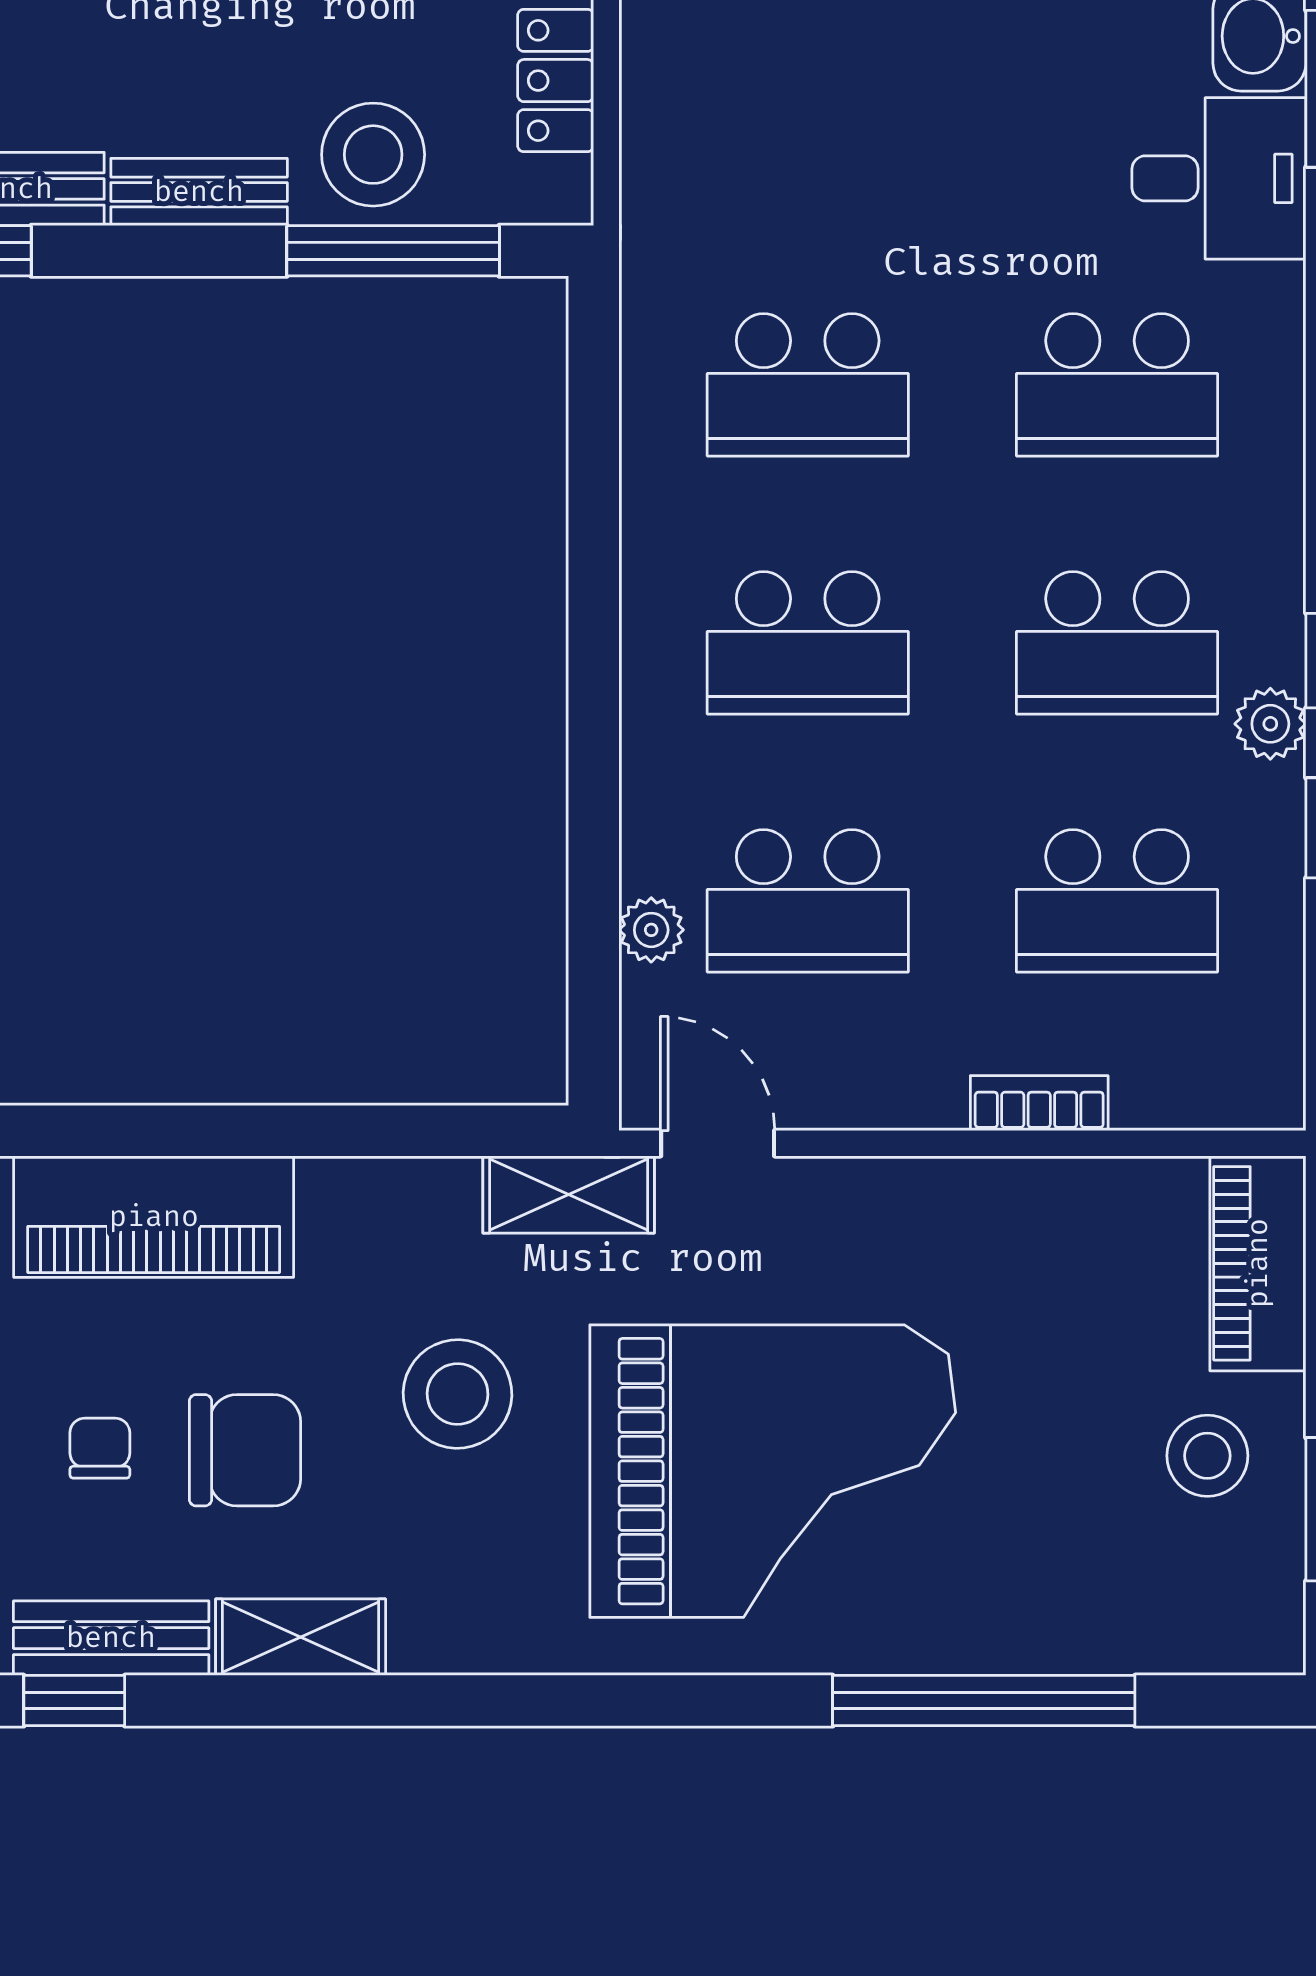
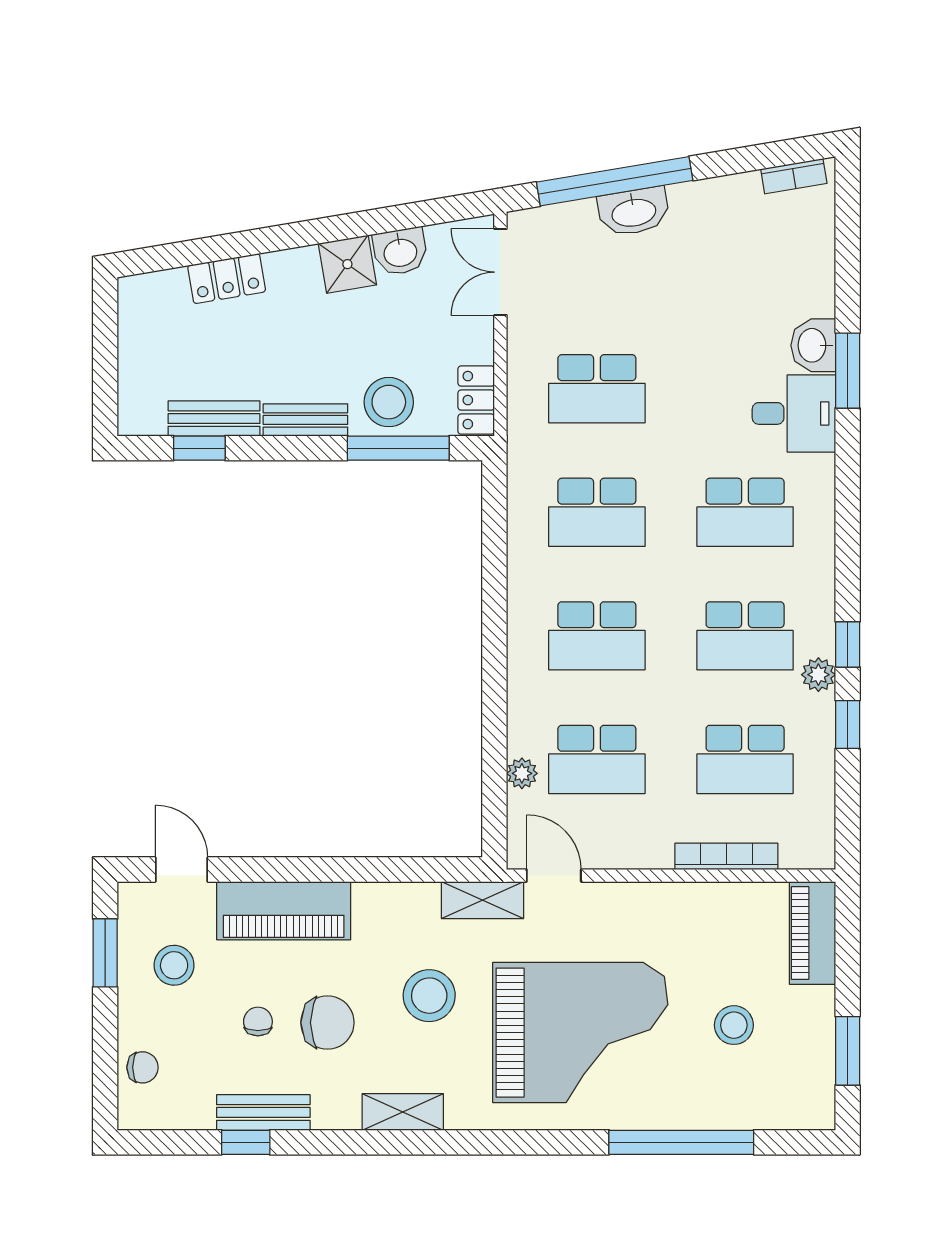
locker: (556, 81) -> (476, 400), moved
school desk: (808, 127) -> (597, 389), added
bookcase: (1039, 1103) -> (726, 856), width x1.56
stool: (1207, 1456) -> (734, 1025), moved
shelving: (301, 1637) -> (403, 1112), moved

